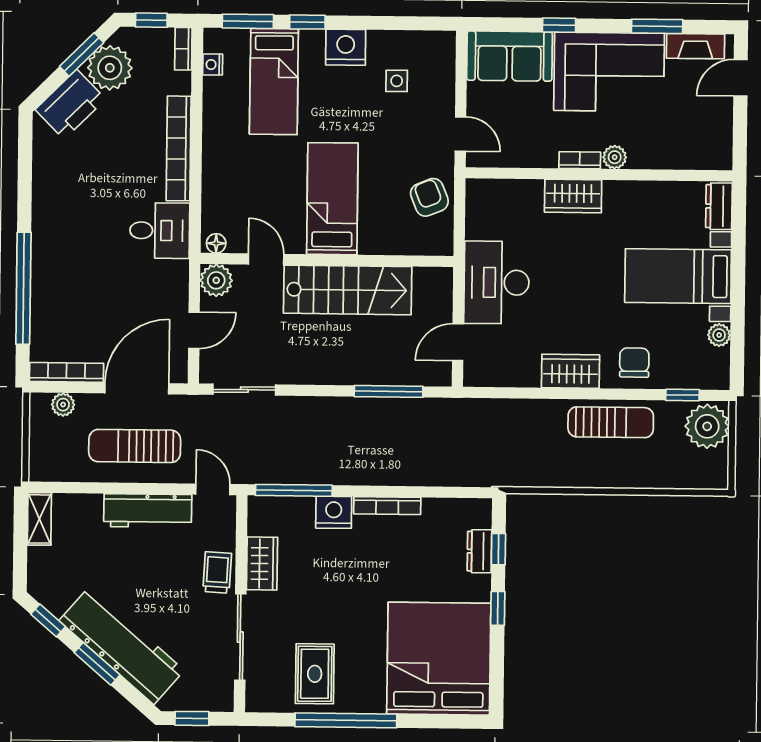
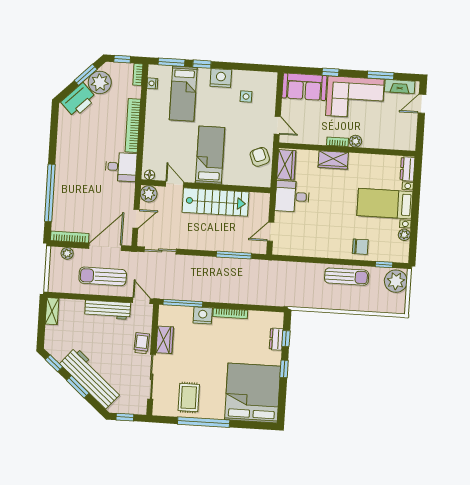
desk: (497, 282) -> (292, 196), width x0.73
chair: (634, 363) -> (360, 247), turned 90
wardrobe: (570, 371) -> (286, 165), moved, turned 90

